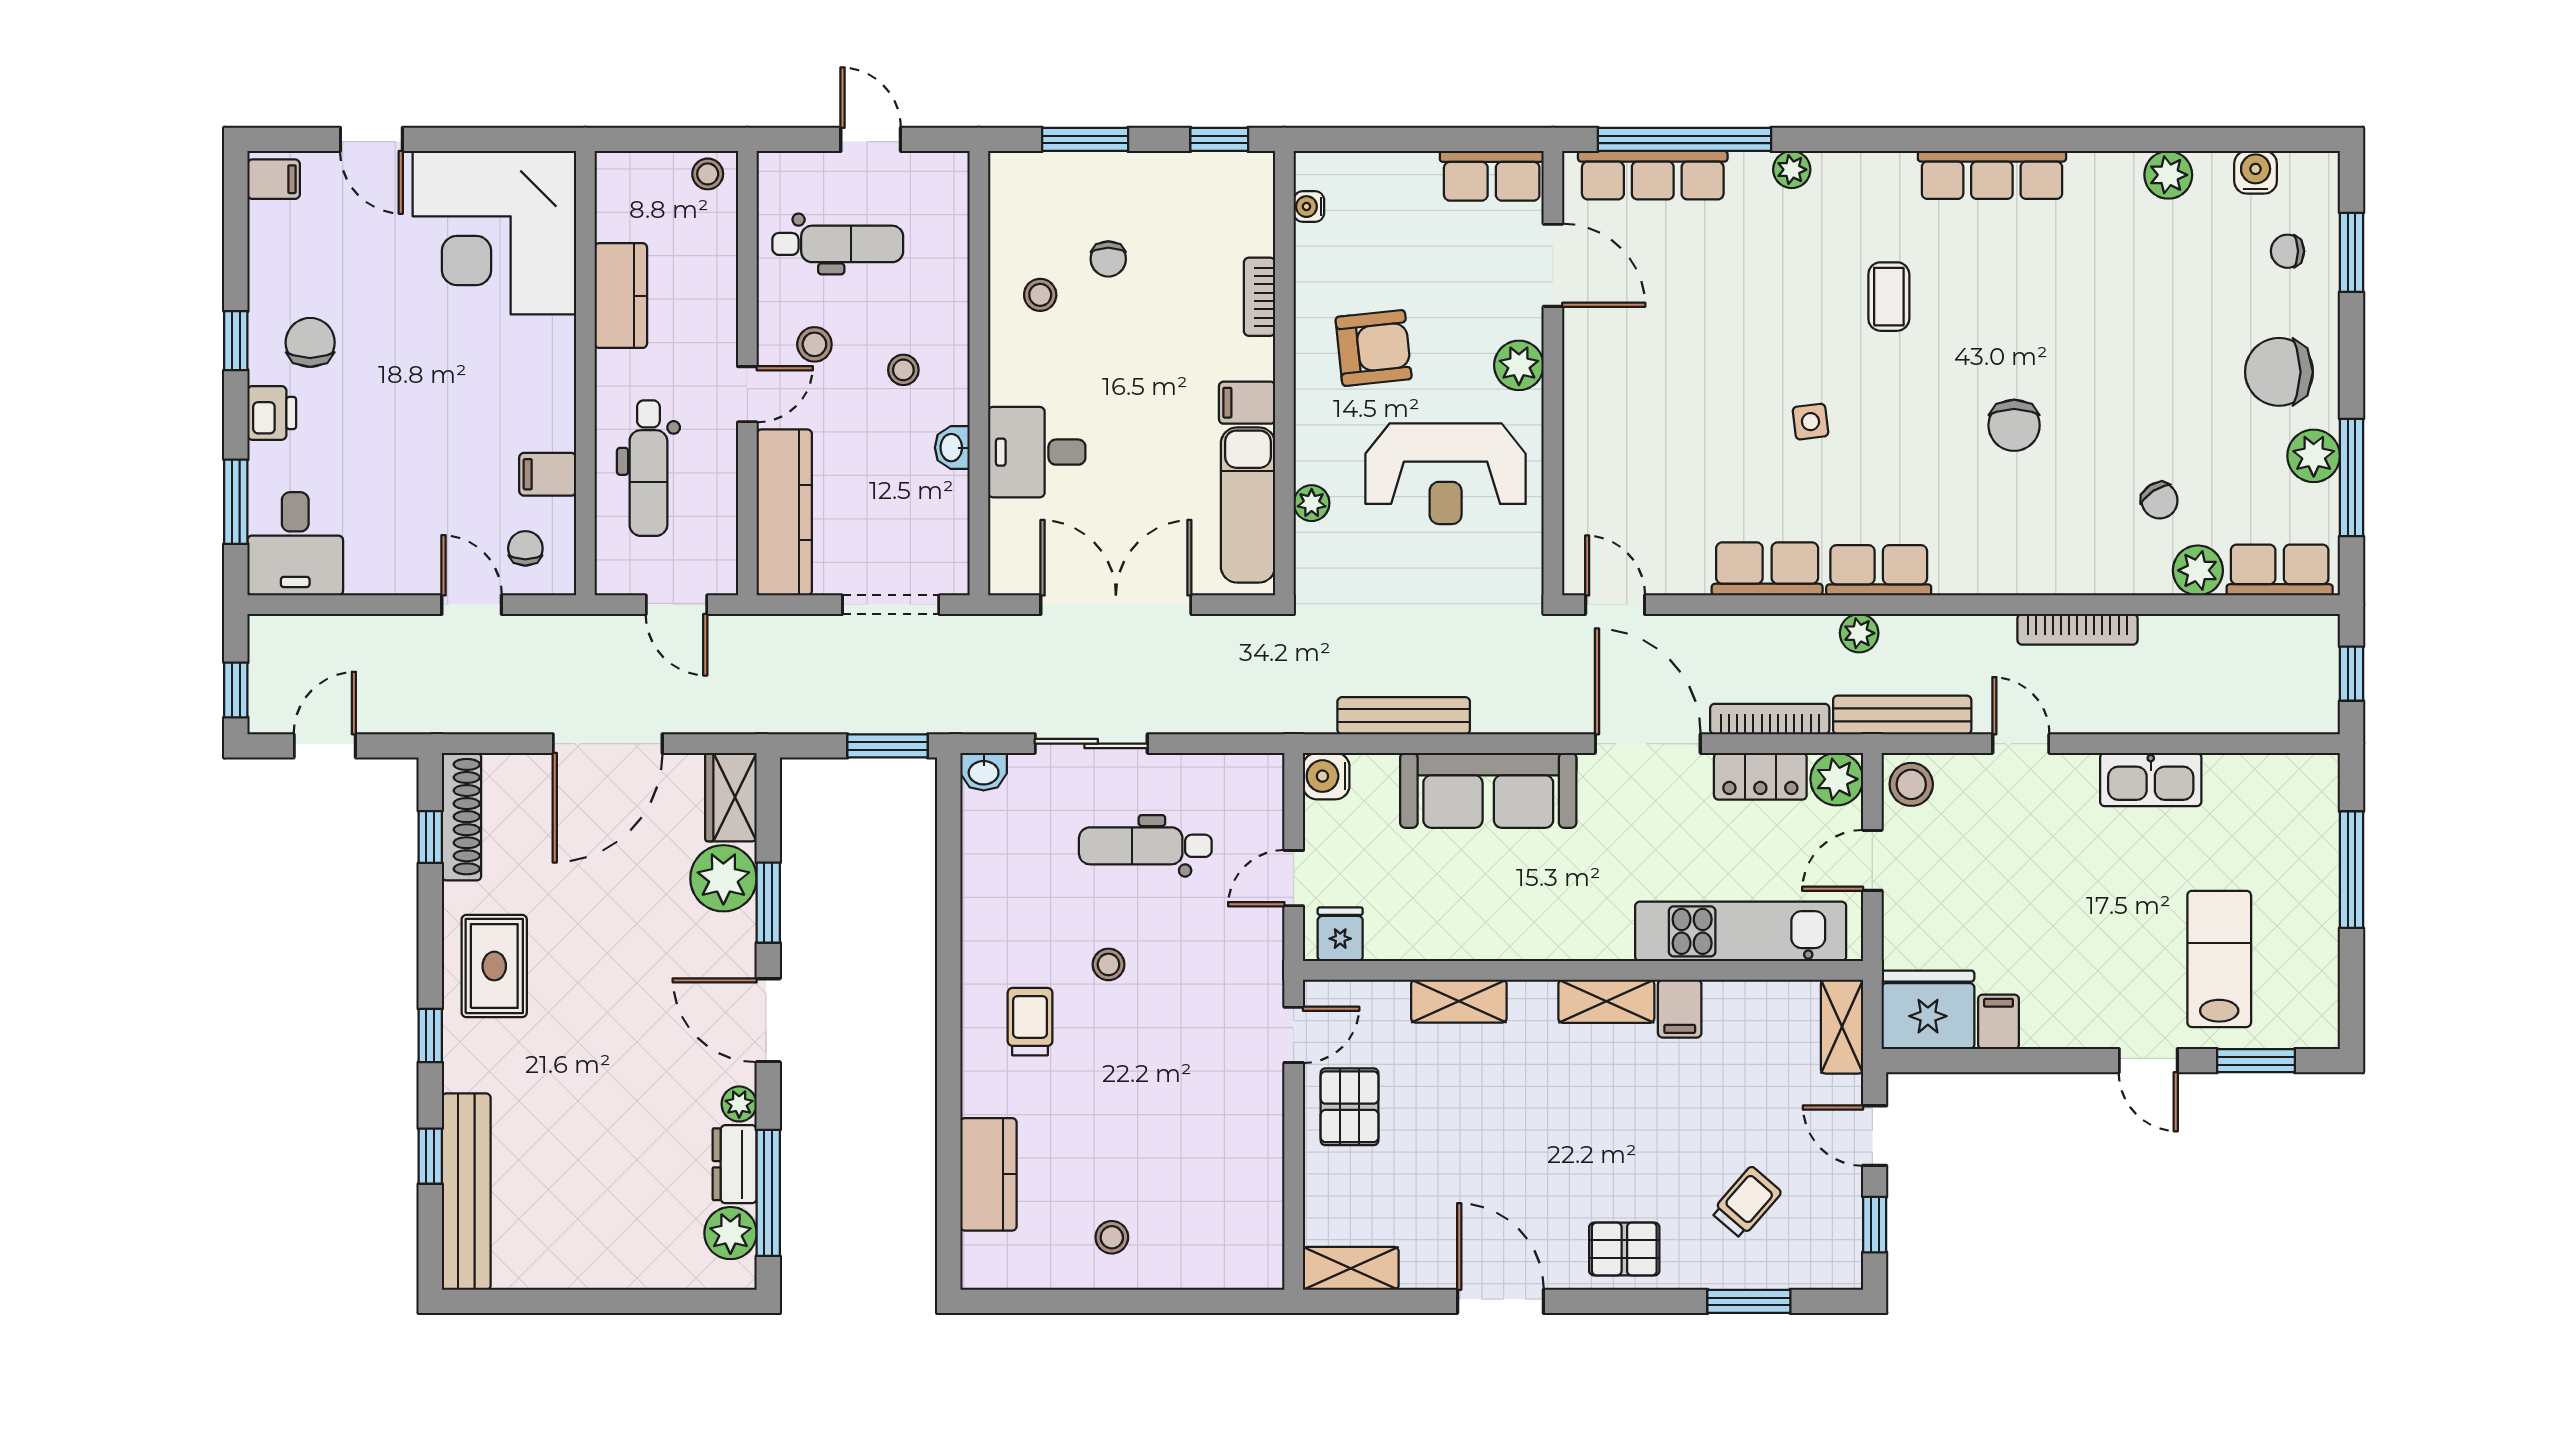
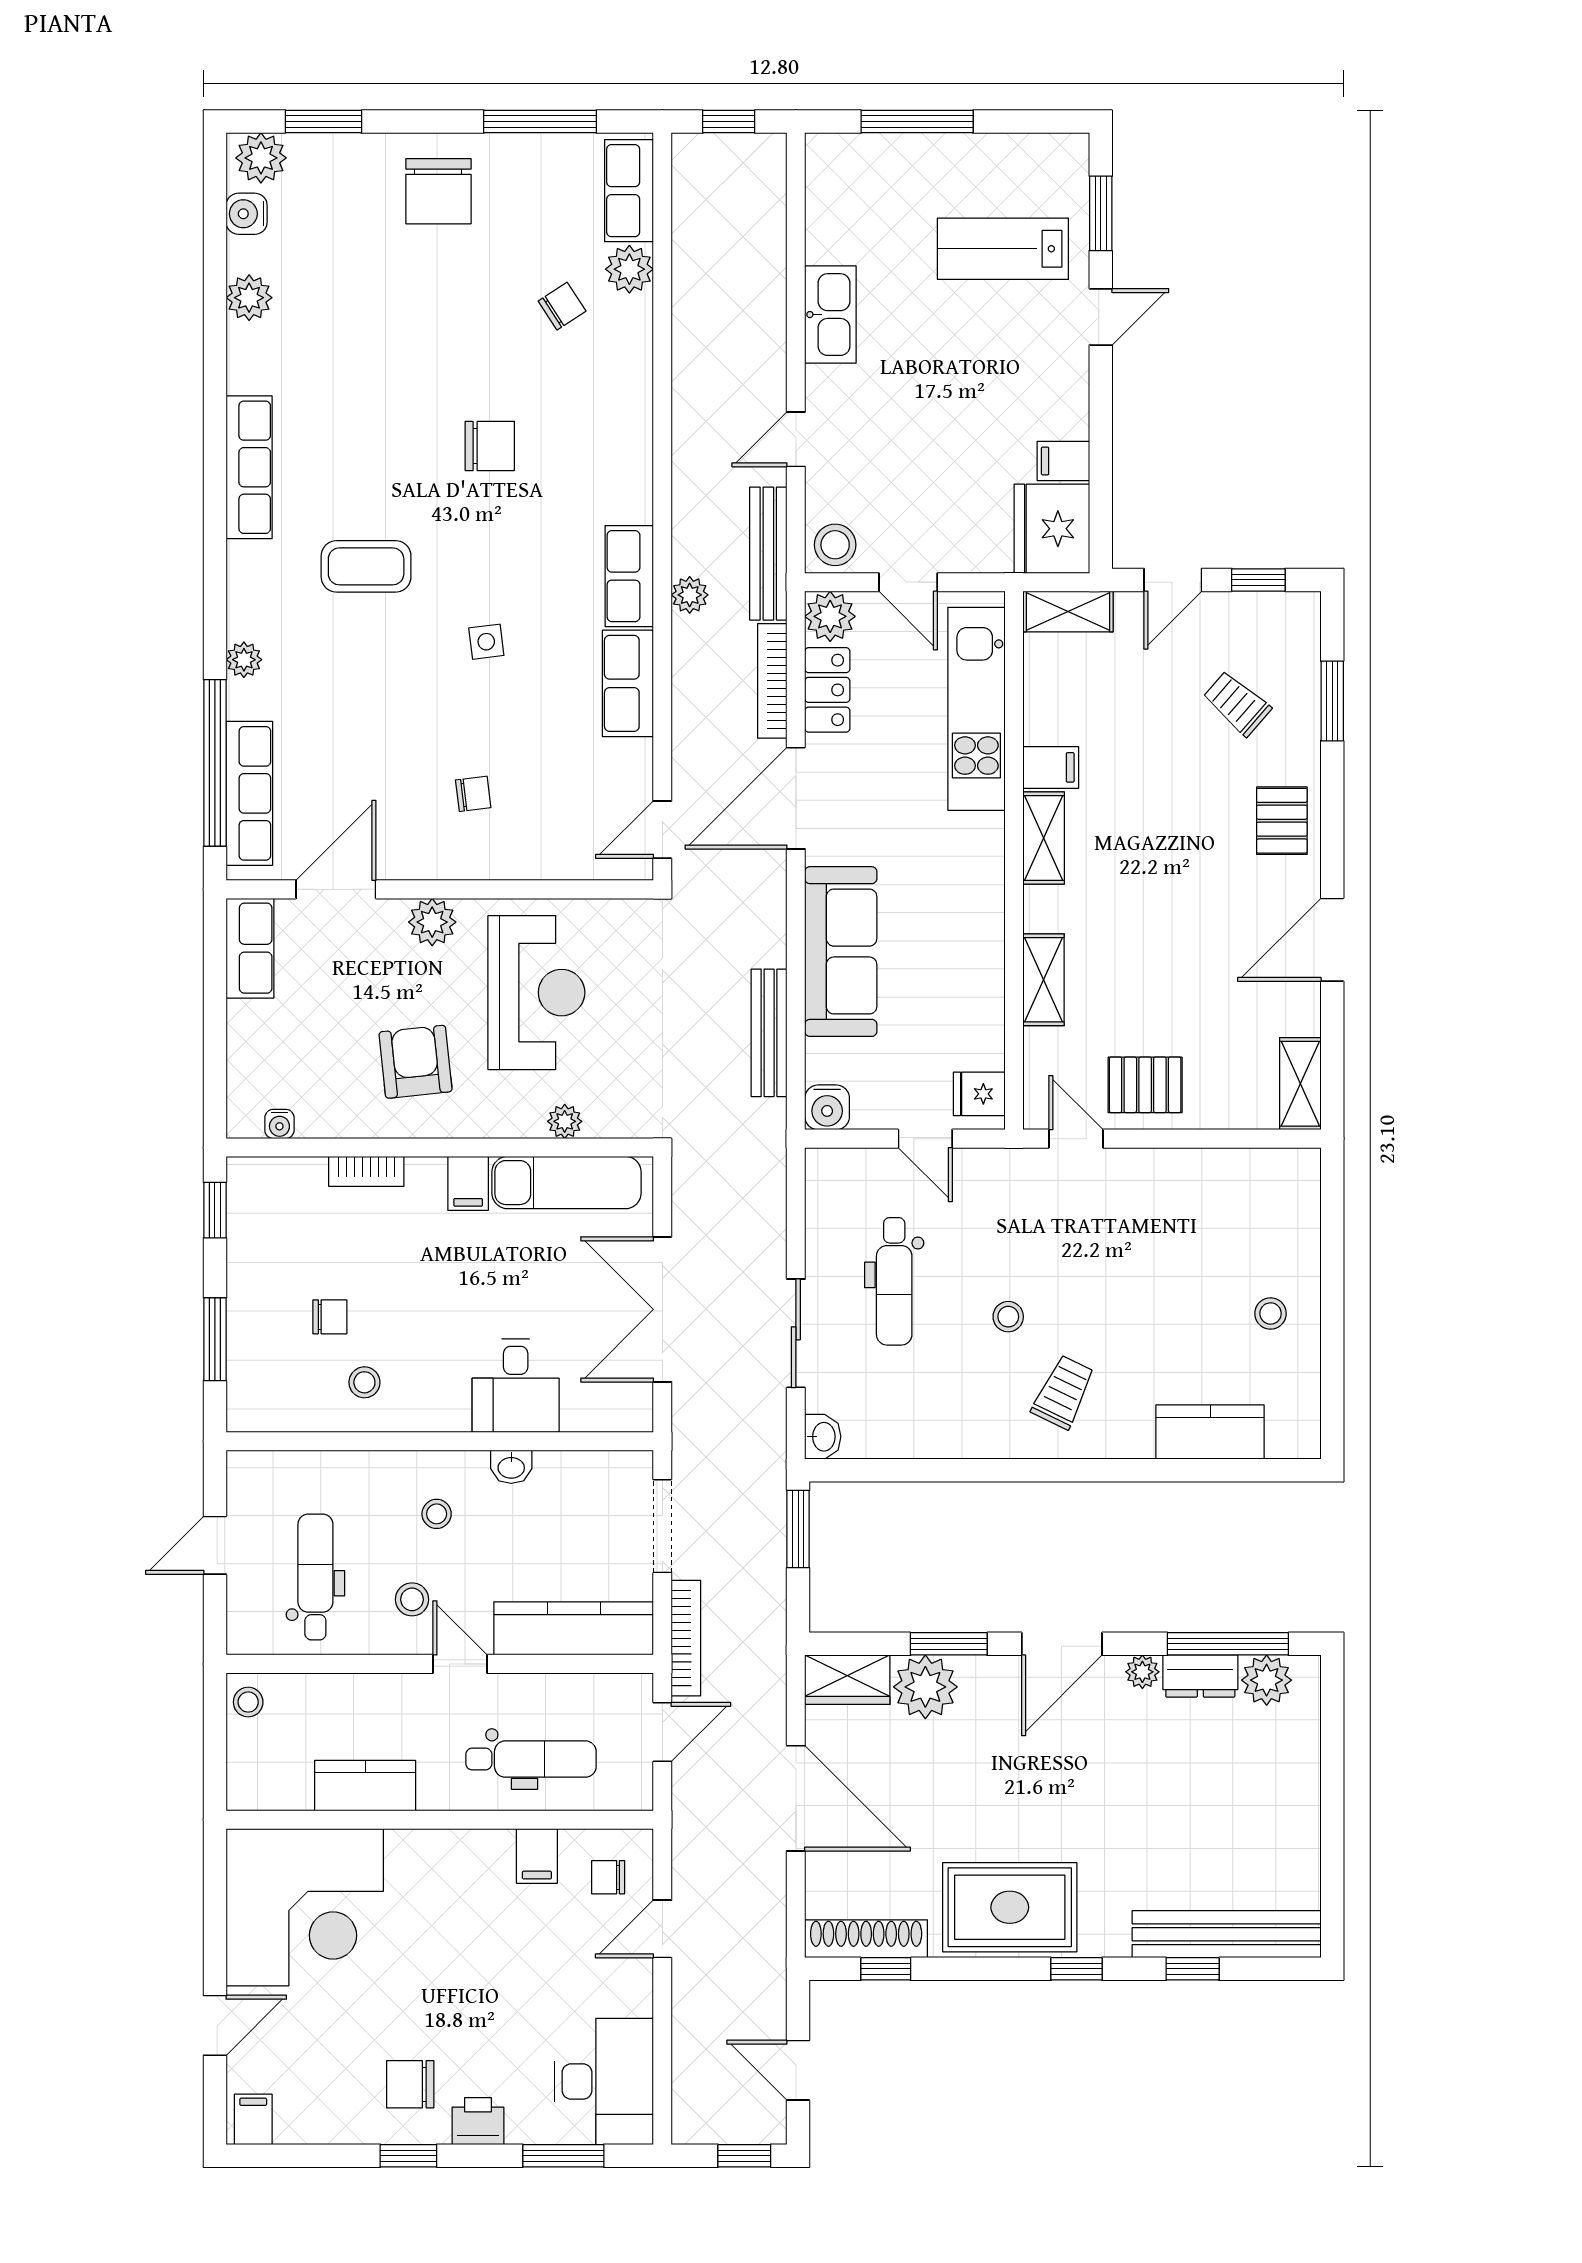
chair: (2287, 251) -> (473, 794), moved, turned -97
coffee table: (1889, 297) -> (366, 566), width x1.36, depth x1.30
plant: (2314, 456) -> (261, 158), moved
desk: (295, 544) -> (604, 2081), width x1.37
bookcase: (2077, 629) -> (686, 1638), moved
rug: (494, 966) -> (1010, 1907), width x1.36, depth x1.43
trolley: (1030, 1022) -> (1063, 1392), turned 116

